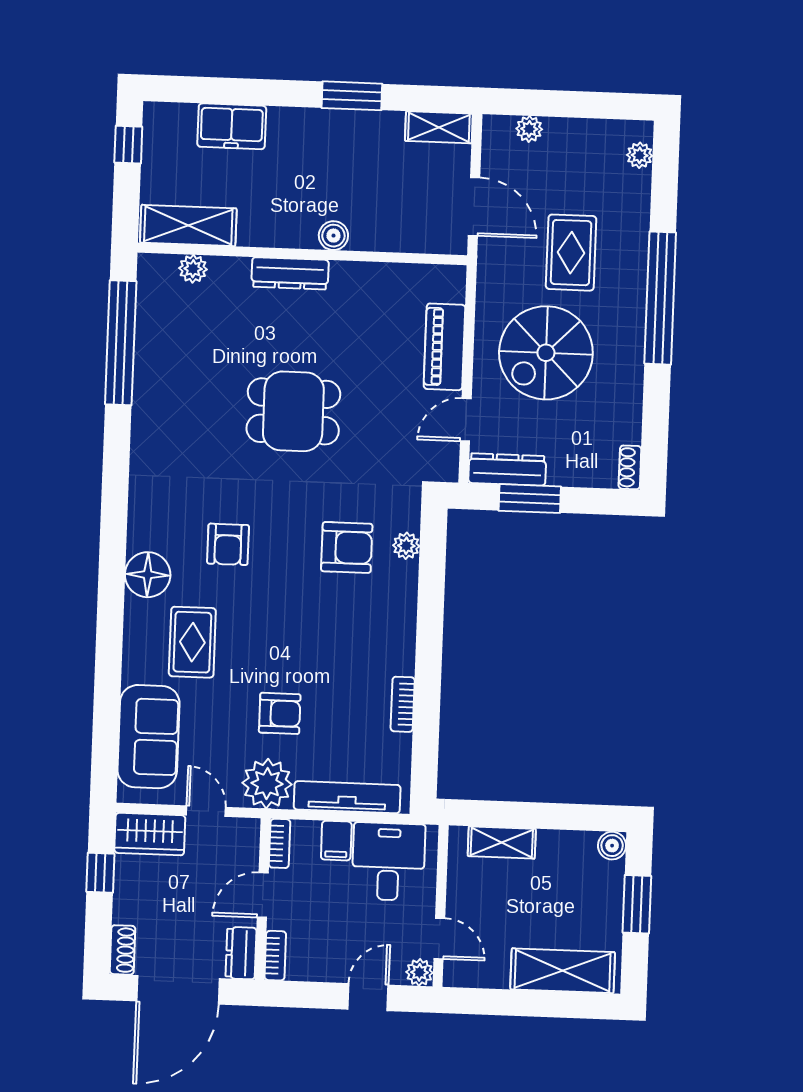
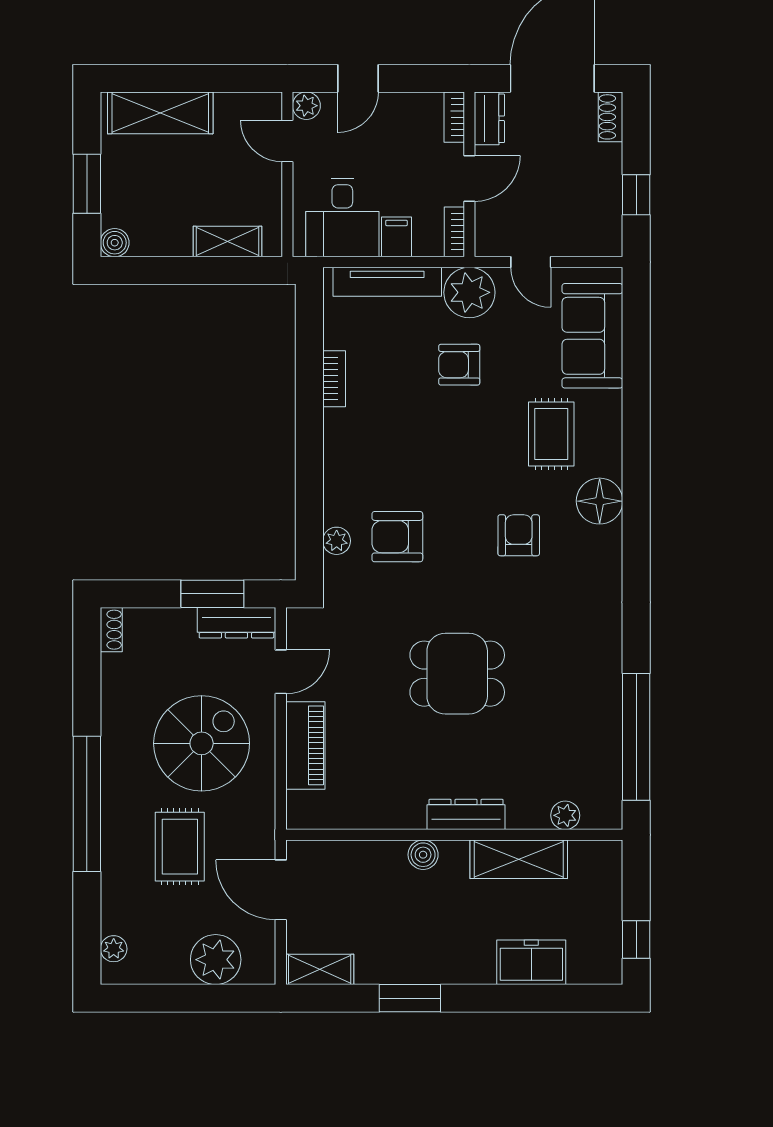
plant: (529, 129) -> (216, 960), width x1.88, depth x1.88
shelving: (188, 226) -> (519, 859), moved
wardrobe: (150, 834) -> (587, 236), removed

